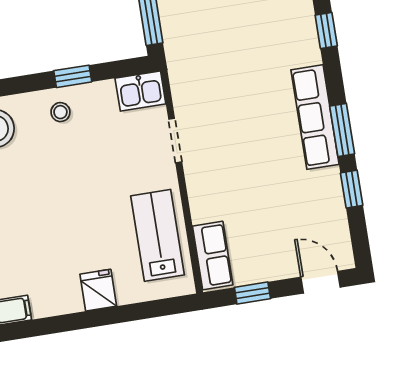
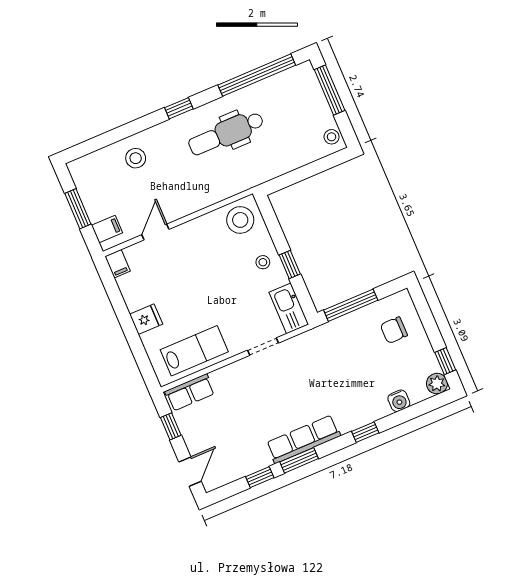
kitchen sink: (140, 91) -> (289, 308), width x1.38

